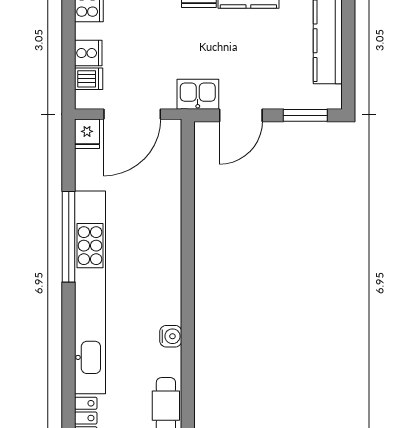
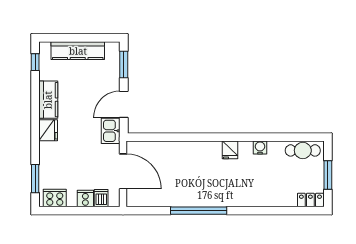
door: (241, 115) -> (124, 104), swing flipped
fridge: (87, 134) -> (230, 150), moved, turned 90
kitchen unit: (90, 292) -> (233, 197), removed

